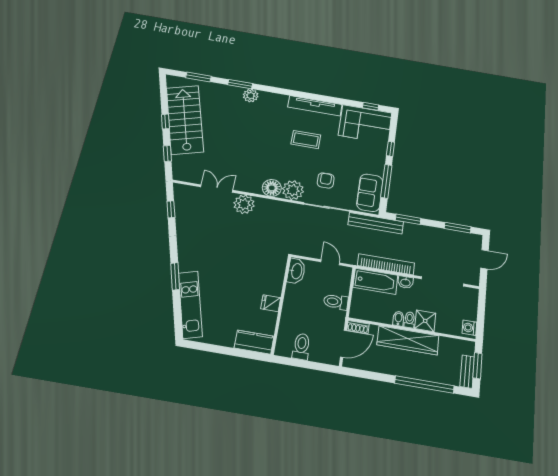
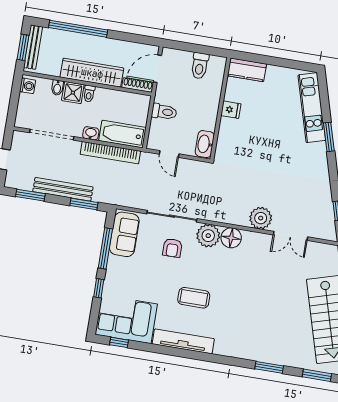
plant: (251, 96) -> (257, 353), removed
bench: (376, 223) -> (63, 189), moved
bidet: (398, 319) -> (57, 88), moved
shoe rack: (358, 327) -> (138, 85), width x1.43
bench: (467, 372) -> (33, 47), width x1.36

